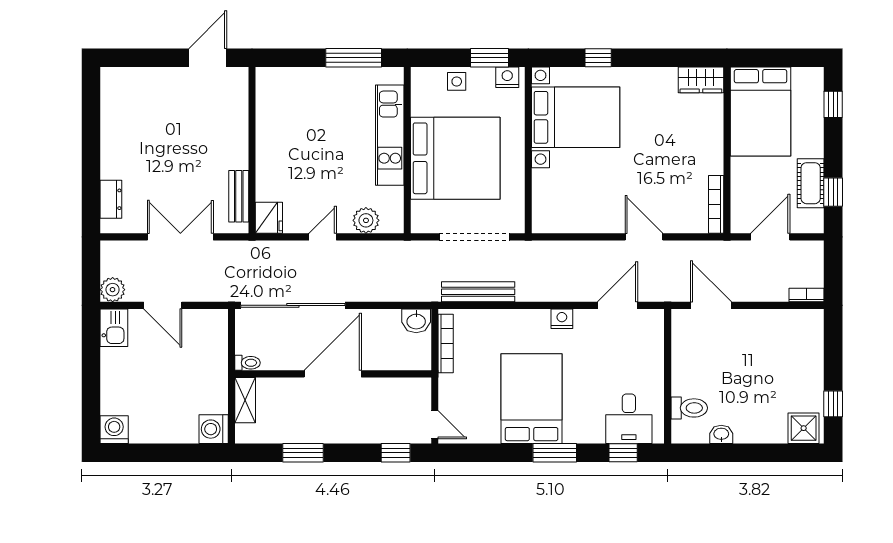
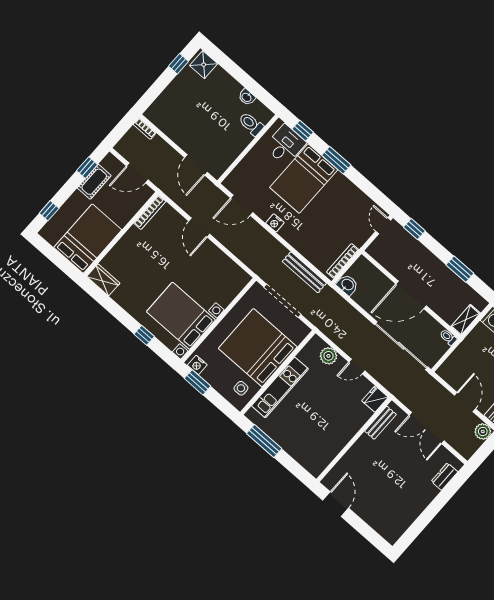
door: (208, 58) -> (336, 504), swing flipped
side table: (457, 81) -> (241, 388), moved
bed: (532, 399) -> (304, 179), moved

